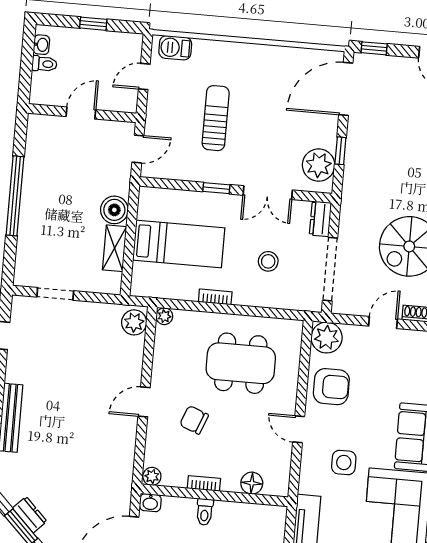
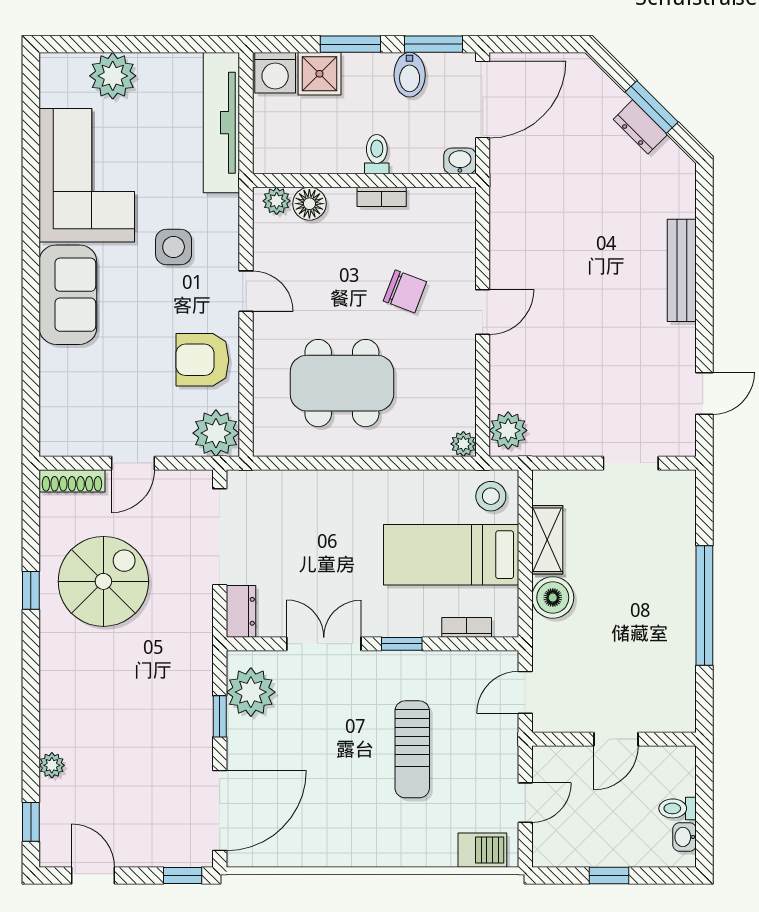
stool: (268, 261) -> (491, 496), moved
bookcase: (215, 297) -> (467, 627), moved, turned 180
plant: (152, 476) -> (277, 201), moved

